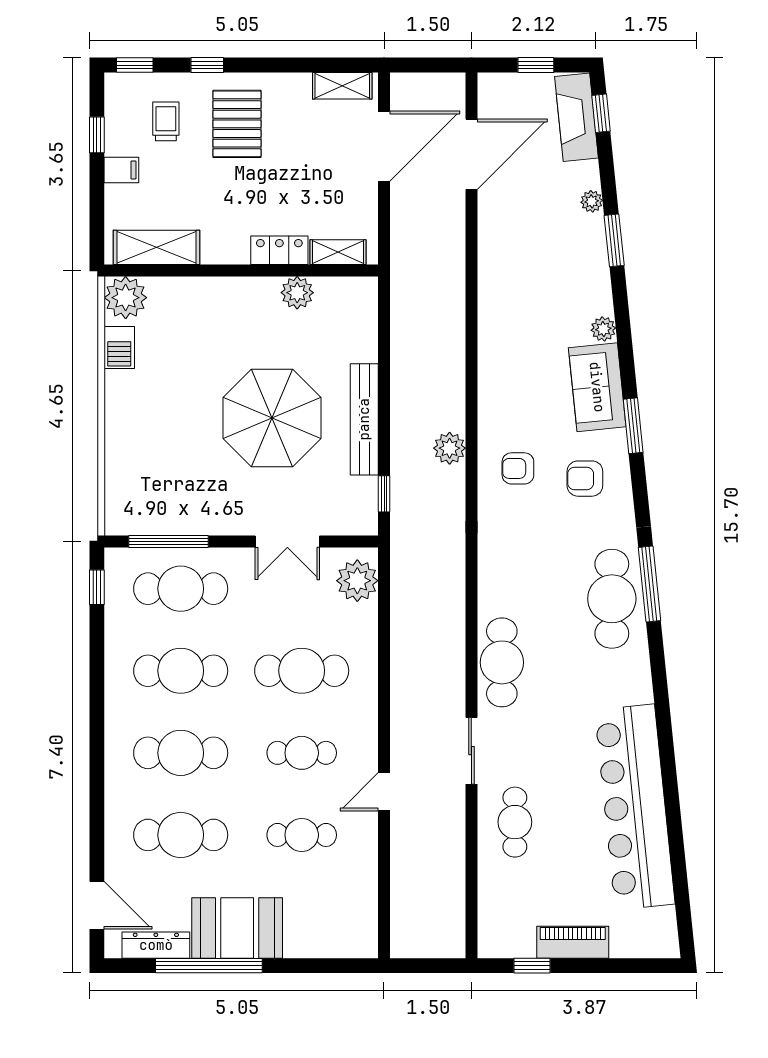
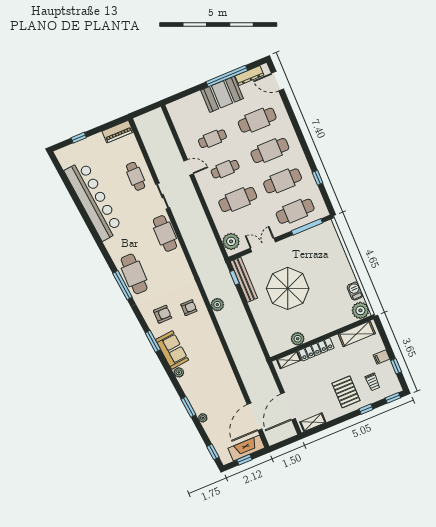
fireplace: (576, 117) -> (246, 448), moved, turned -84
locker: (279, 250) -> (316, 349), width x1.53
bench: (364, 419) -> (244, 280), moved
window: (97, 587) -> (318, 178), moved
door: (384, 792) -> (189, 167), hinge flipped
piano: (573, 942) -> (118, 132), moved
window: (532, 966) -> (79, 138), moved

